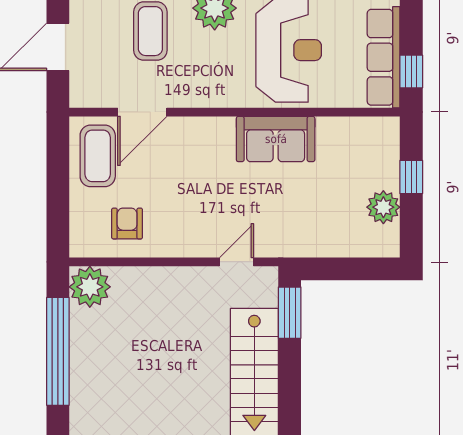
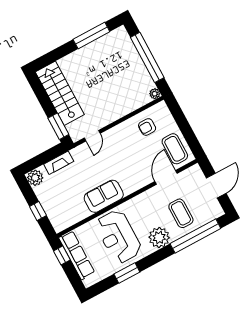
plant: (383, 207) -> (35, 178), moved
armchair: (127, 223) -> (147, 127), turned 90
fireplace: (325, 245) -> (59, 163), added
plant: (90, 287) -> (155, 94), width x0.53, depth x0.53

